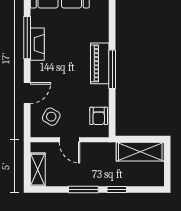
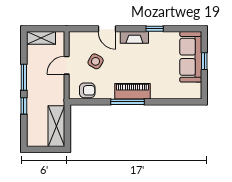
window: (27, 38) -> (155, 29), width x0.46
fireplace: (37, 44) -> (134, 37), moved
armchair: (99, 116) -> (87, 90), turned 180
side table: (51, 117) -> (96, 61), moved

